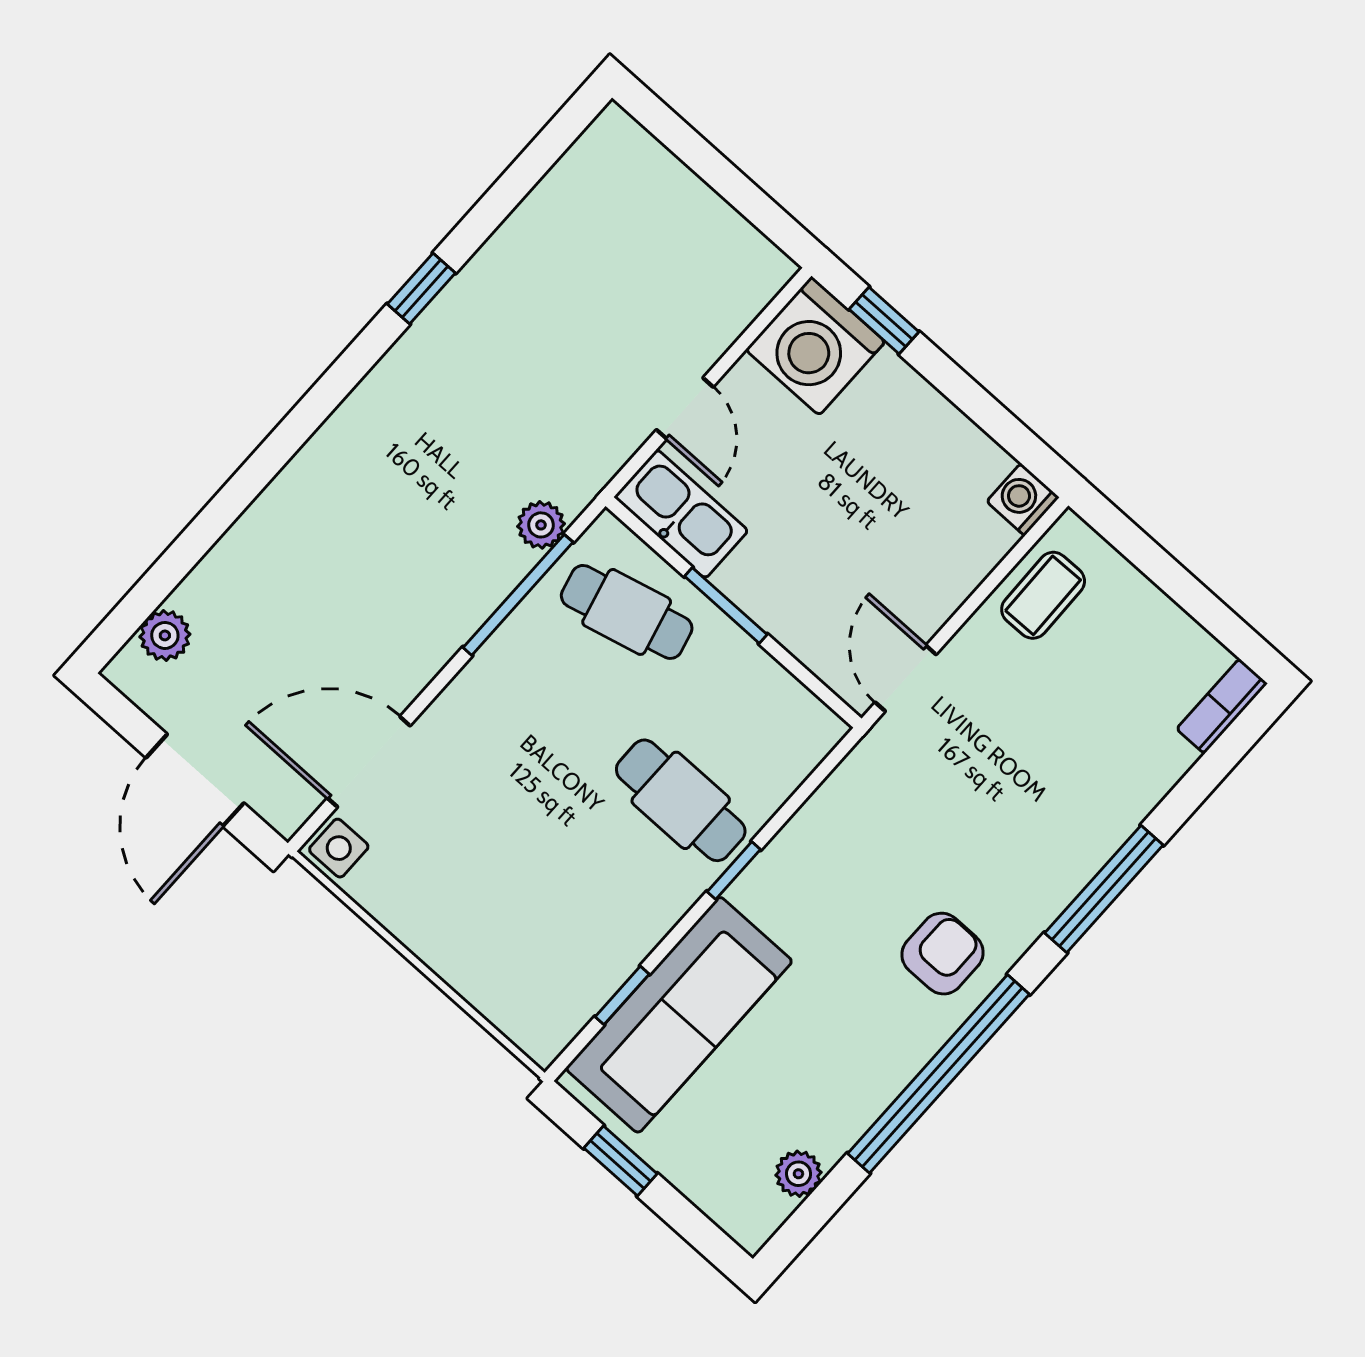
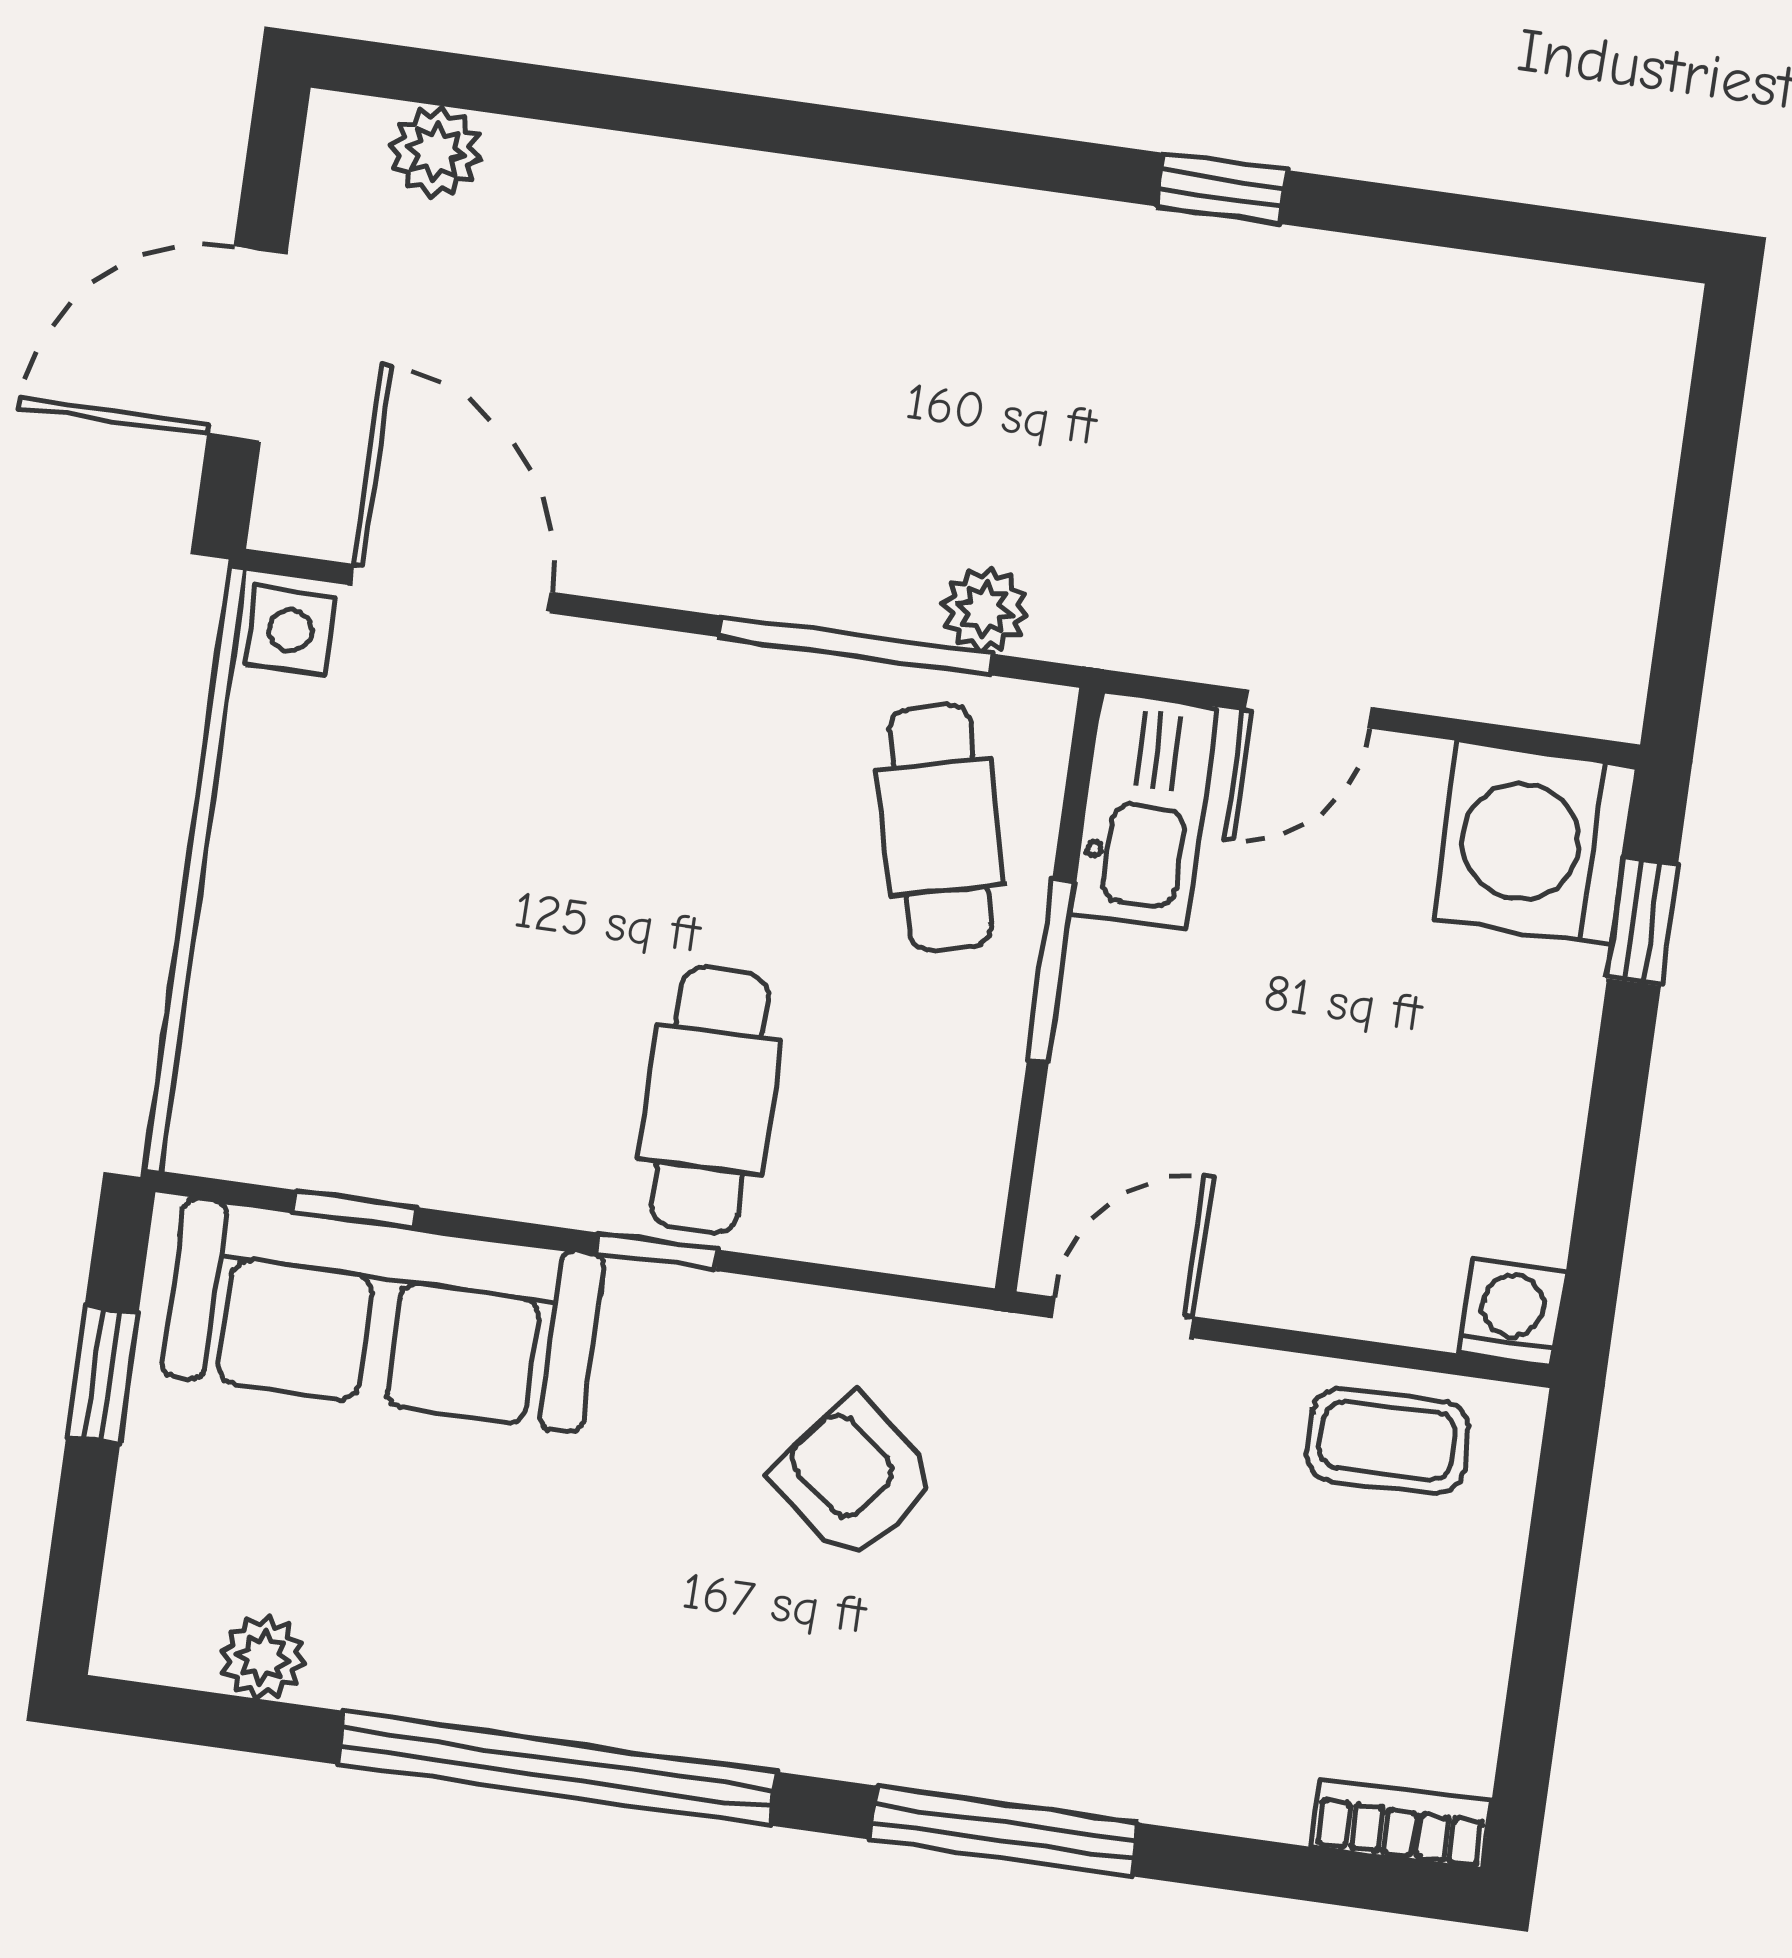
armchair: (943, 954) -> (854, 1478), moved, turned -141

